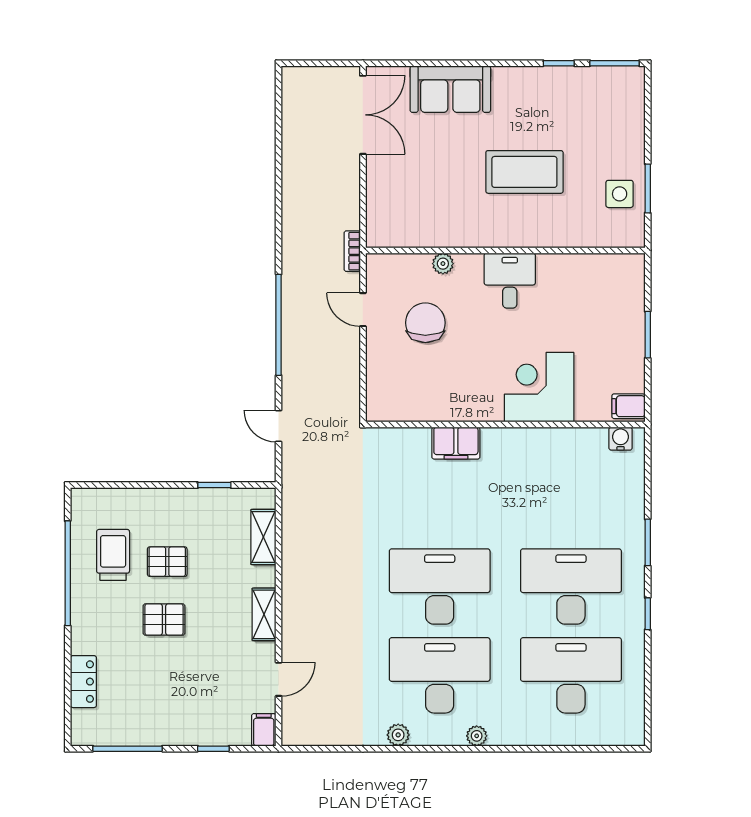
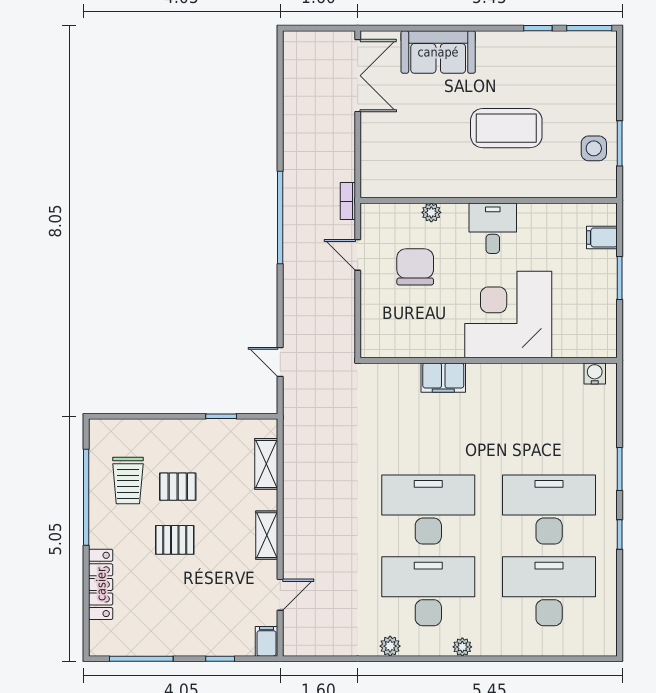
window: (279, 325) -> (280, 217), moved
corner desk: (539, 387) -> (508, 315), width x1.36, depth x1.36
filing cabinet: (628, 406) -> (602, 237), moved
trolley: (113, 555) -> (128, 480), turned 180
locker: (83, 682) -> (101, 584), width x1.53

